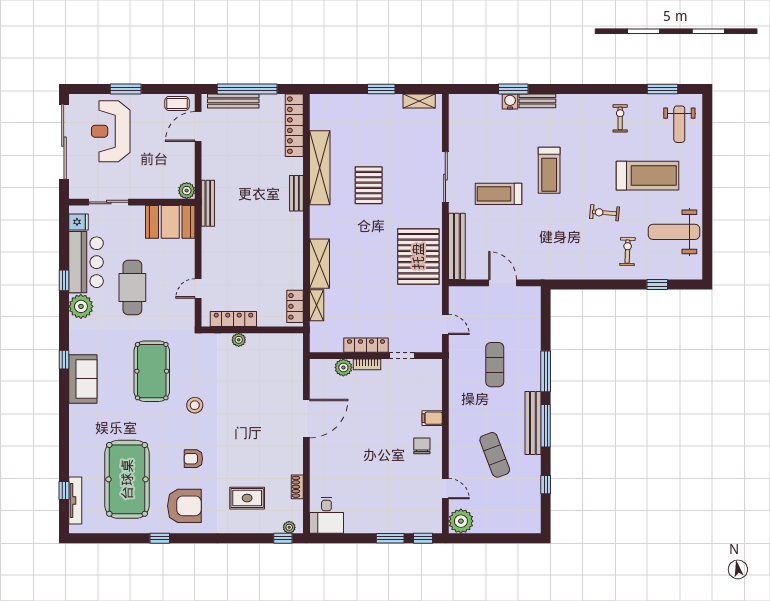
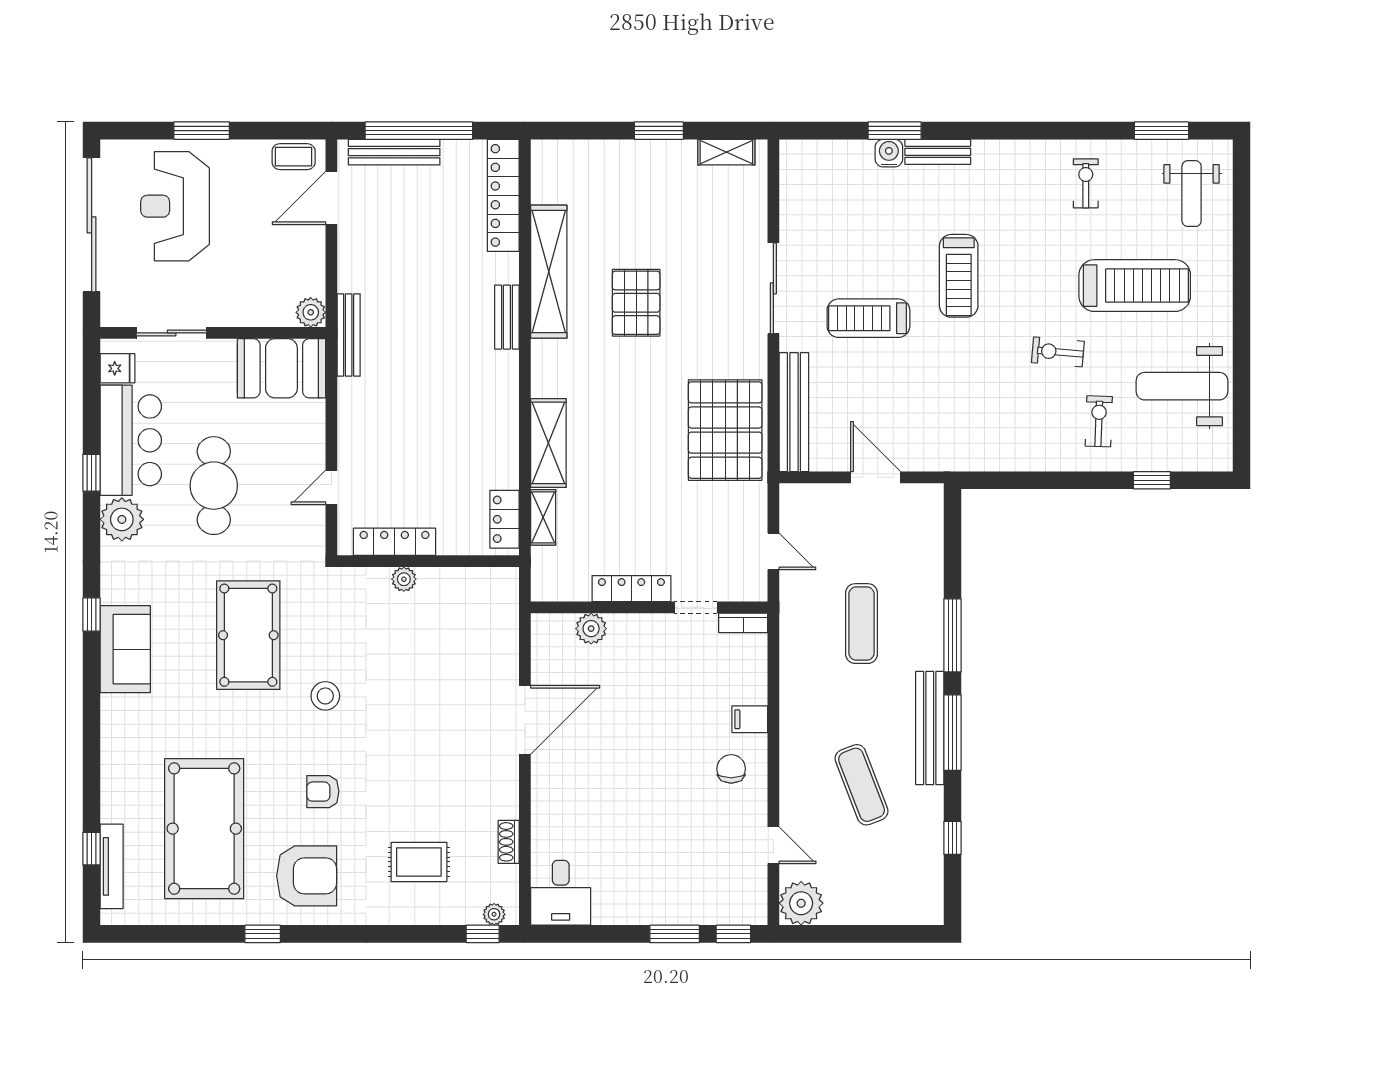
bookcase: (367, 364) -> (743, 623), moved

